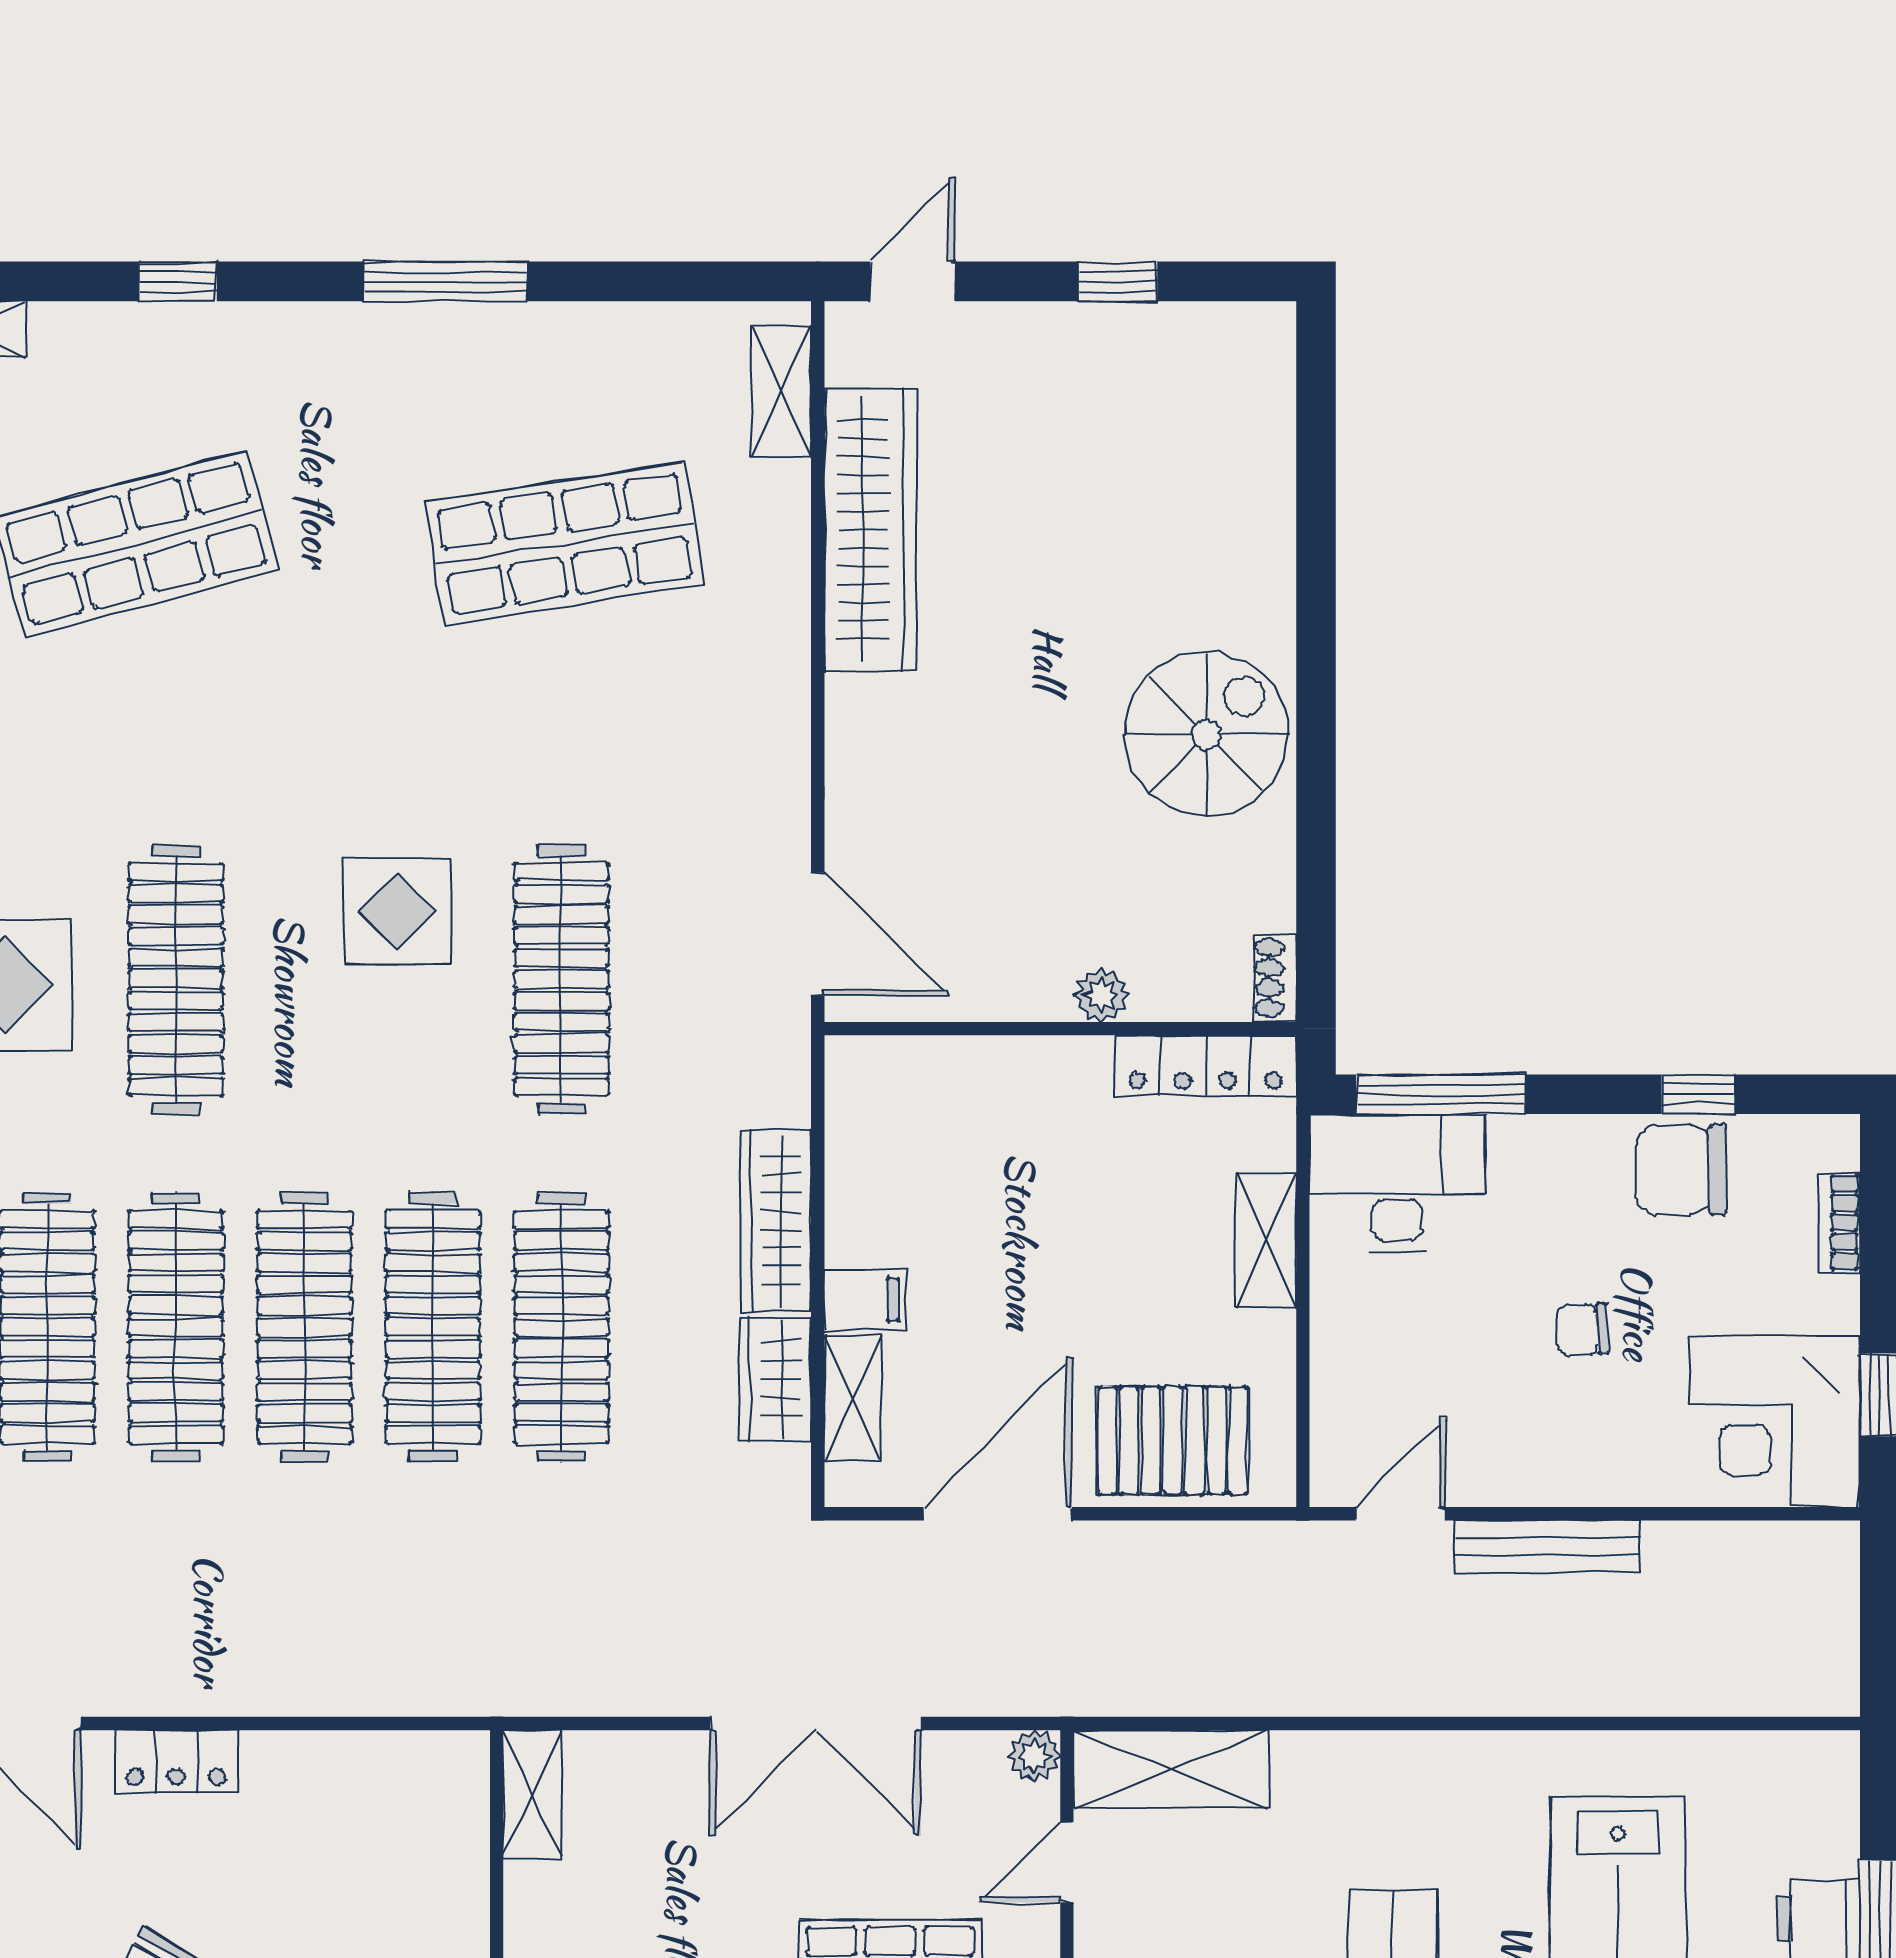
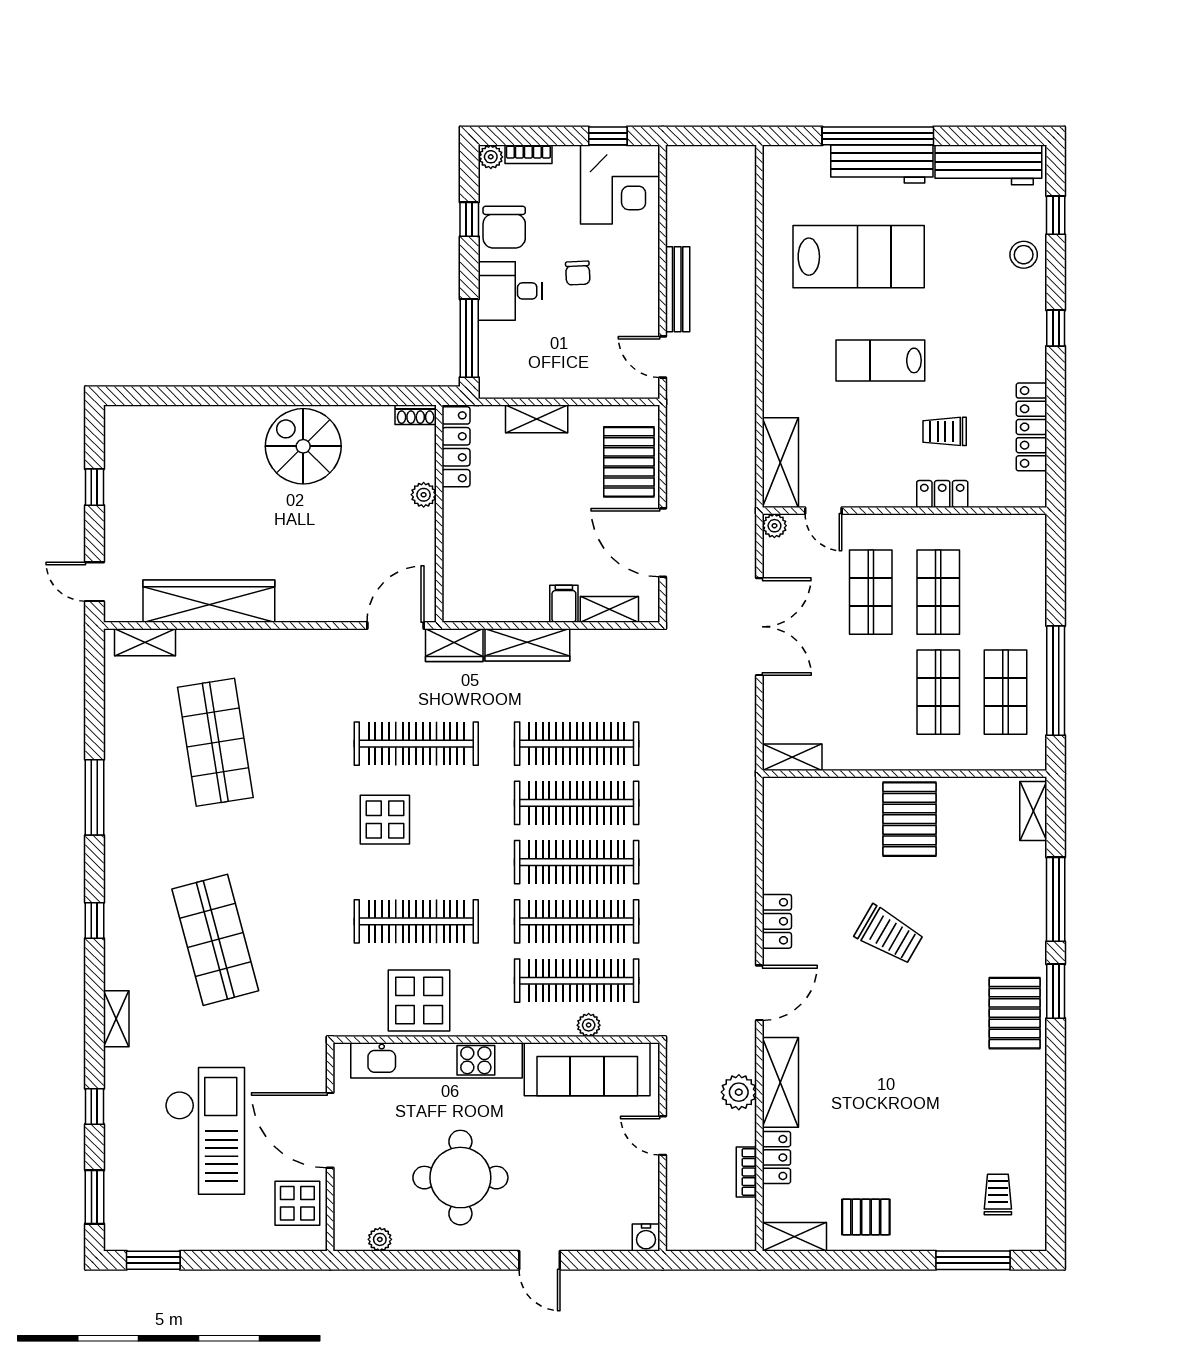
plant: (1834, 1141) -> (491, 157), added
desk: (1397, 1183) -> (510, 291), moved, width x0.73
wardrobe: (775, 1379) -> (454, 645), moved

